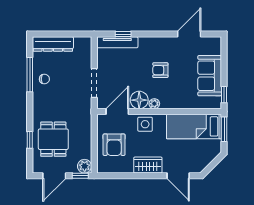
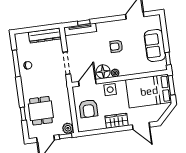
dresser: (53, 44) -> (45, 36), moved
bed: (194, 126) -> (149, 91), width x1.50

